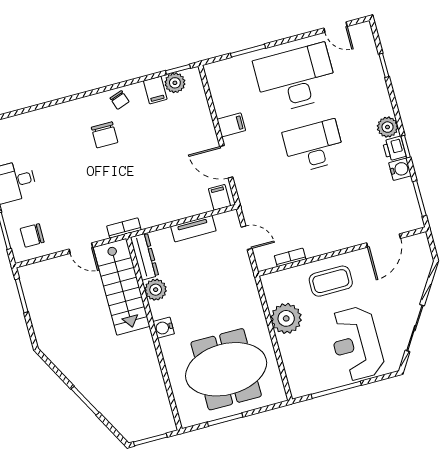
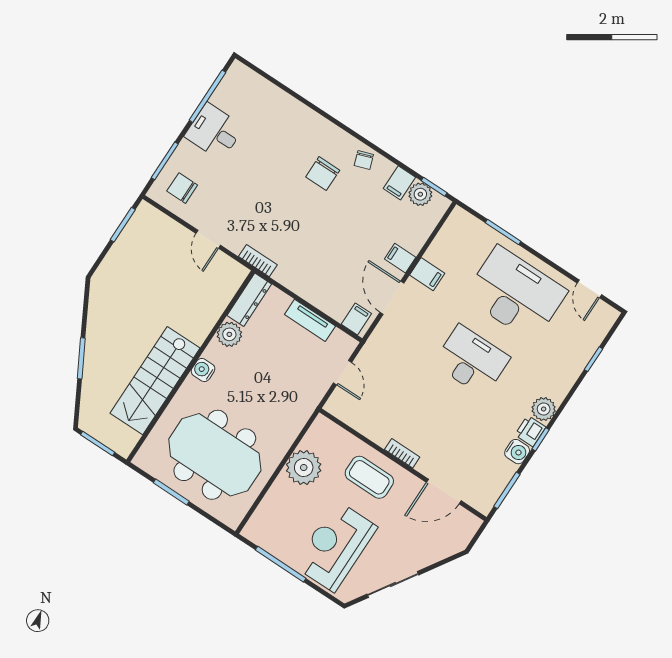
filing cabinet: (205, 133) -> (400, 258), added
bookcase: (290, 257) -> (402, 453), moved
stairs: (122, 287) -> (155, 381), moved

